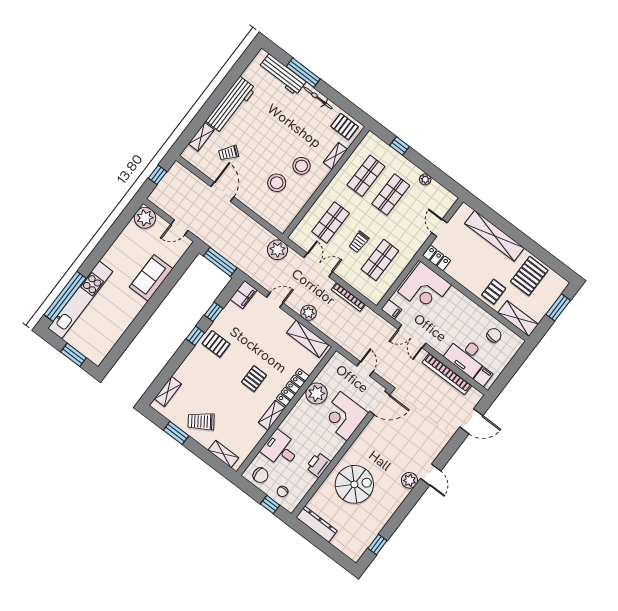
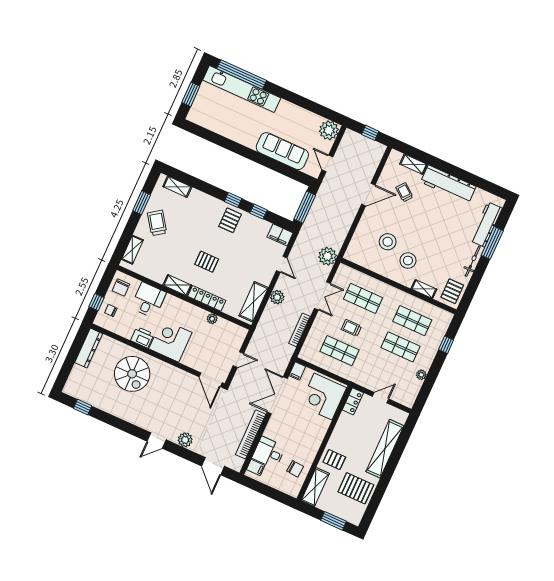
sofa: (151, 278) -> (282, 151), width x1.36
double door: (412, 336) -> (277, 395), width x1.37
desk: (466, 356) -> (269, 452), width x0.73
plant: (317, 393) -> (212, 319), width x0.53, depth x0.53
corner desk: (344, 416) -> (170, 341), moved
plant: (410, 480) -> (185, 440), moved

